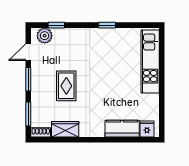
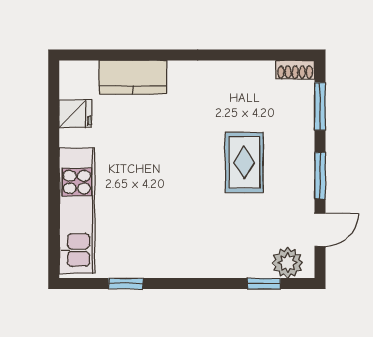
window: (107, 25) -> (126, 284), moved
wardrobe: (65, 129) -> (247, 76), removed
fridge: (147, 129) -> (75, 114), moved, turned -90

